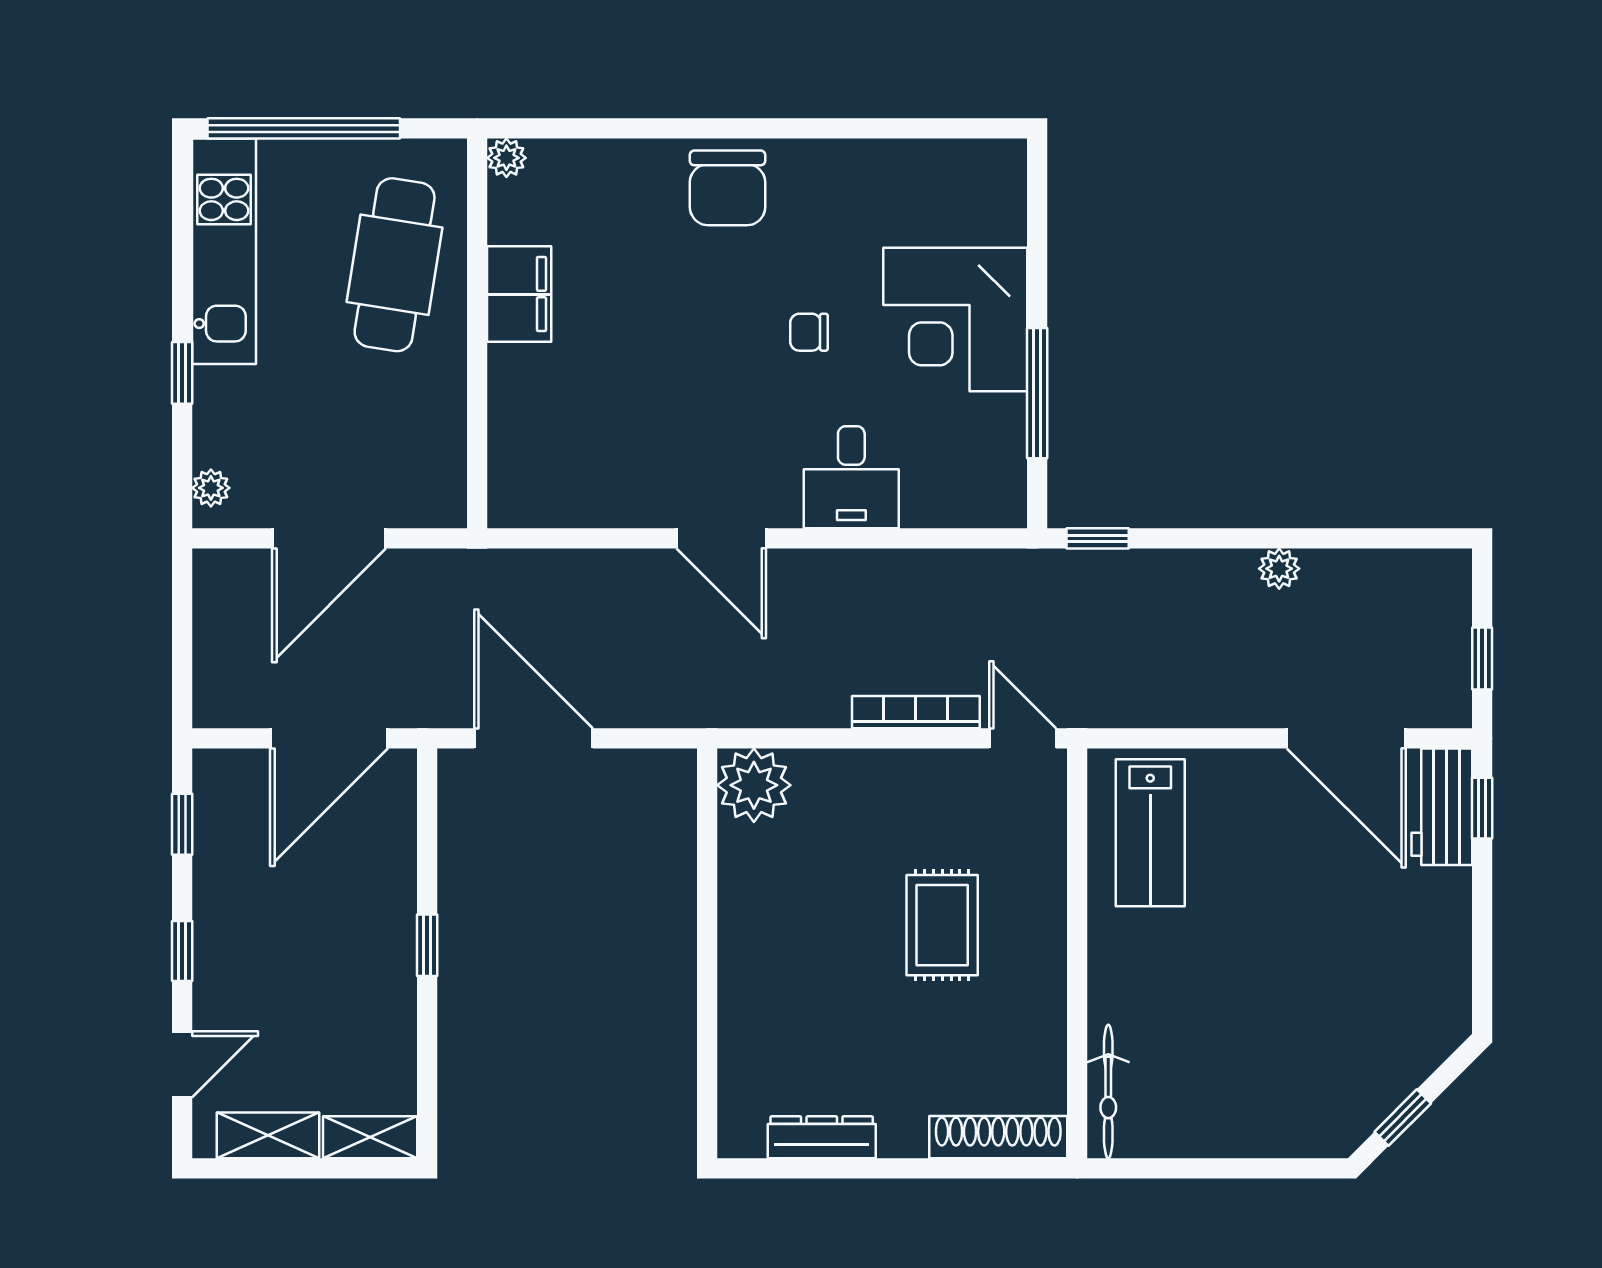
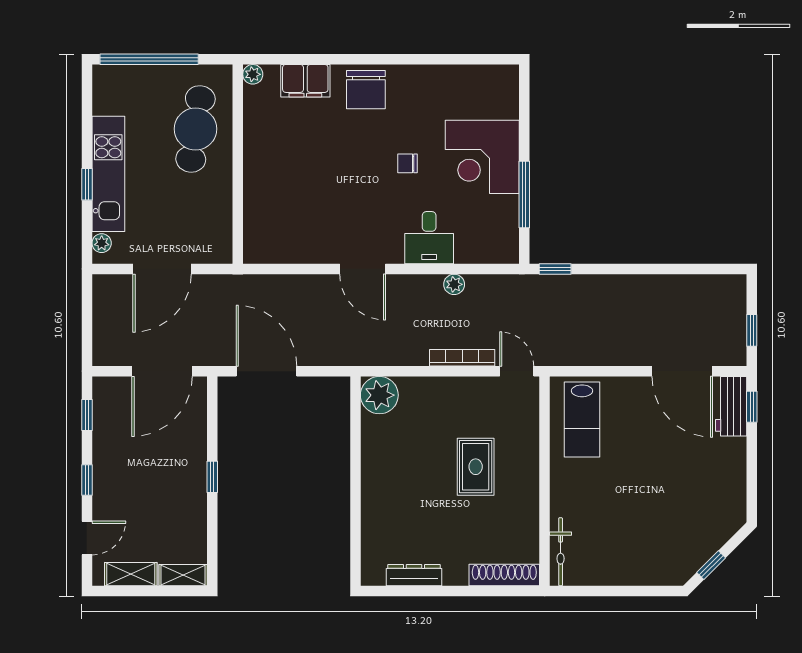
kitchen unit: (224, 251) -> (108, 174), moved
filing cabinet: (519, 294) -> (305, 81), moved, turned 90
plant: (1279, 569) -> (454, 284), moved

